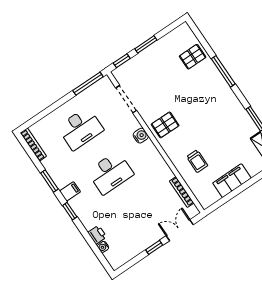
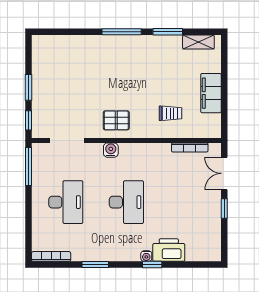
pallet: (193, 57) -> (70, 51), removed
window: (223, 71) -> (122, 32), moved
pallet: (165, 125) -> (116, 120), turned 90
filing cabinet: (70, 191) -> (118, 252), removed
window: (70, 211) -> (152, 265), moved
printer: (97, 235) -> (169, 250), width x1.87, depth x1.48
water cooler: (103, 247) -> (146, 256), moved

